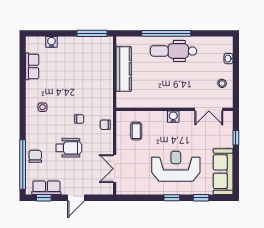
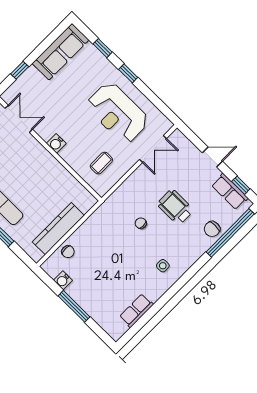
window: (92, 33) -> (74, 306), moved
water cooler: (52, 42) -> (63, 280), moved
chair: (105, 125) -> (68, 252), moved
reception desk: (176, 166) -> (117, 113), moved

